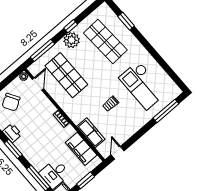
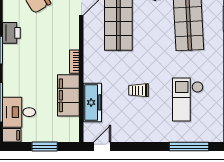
checkout: (143, 85) -> (188, 100), width x0.73, depth x0.83
filing cabinet: (81, 149) -> (68, 95), moved

